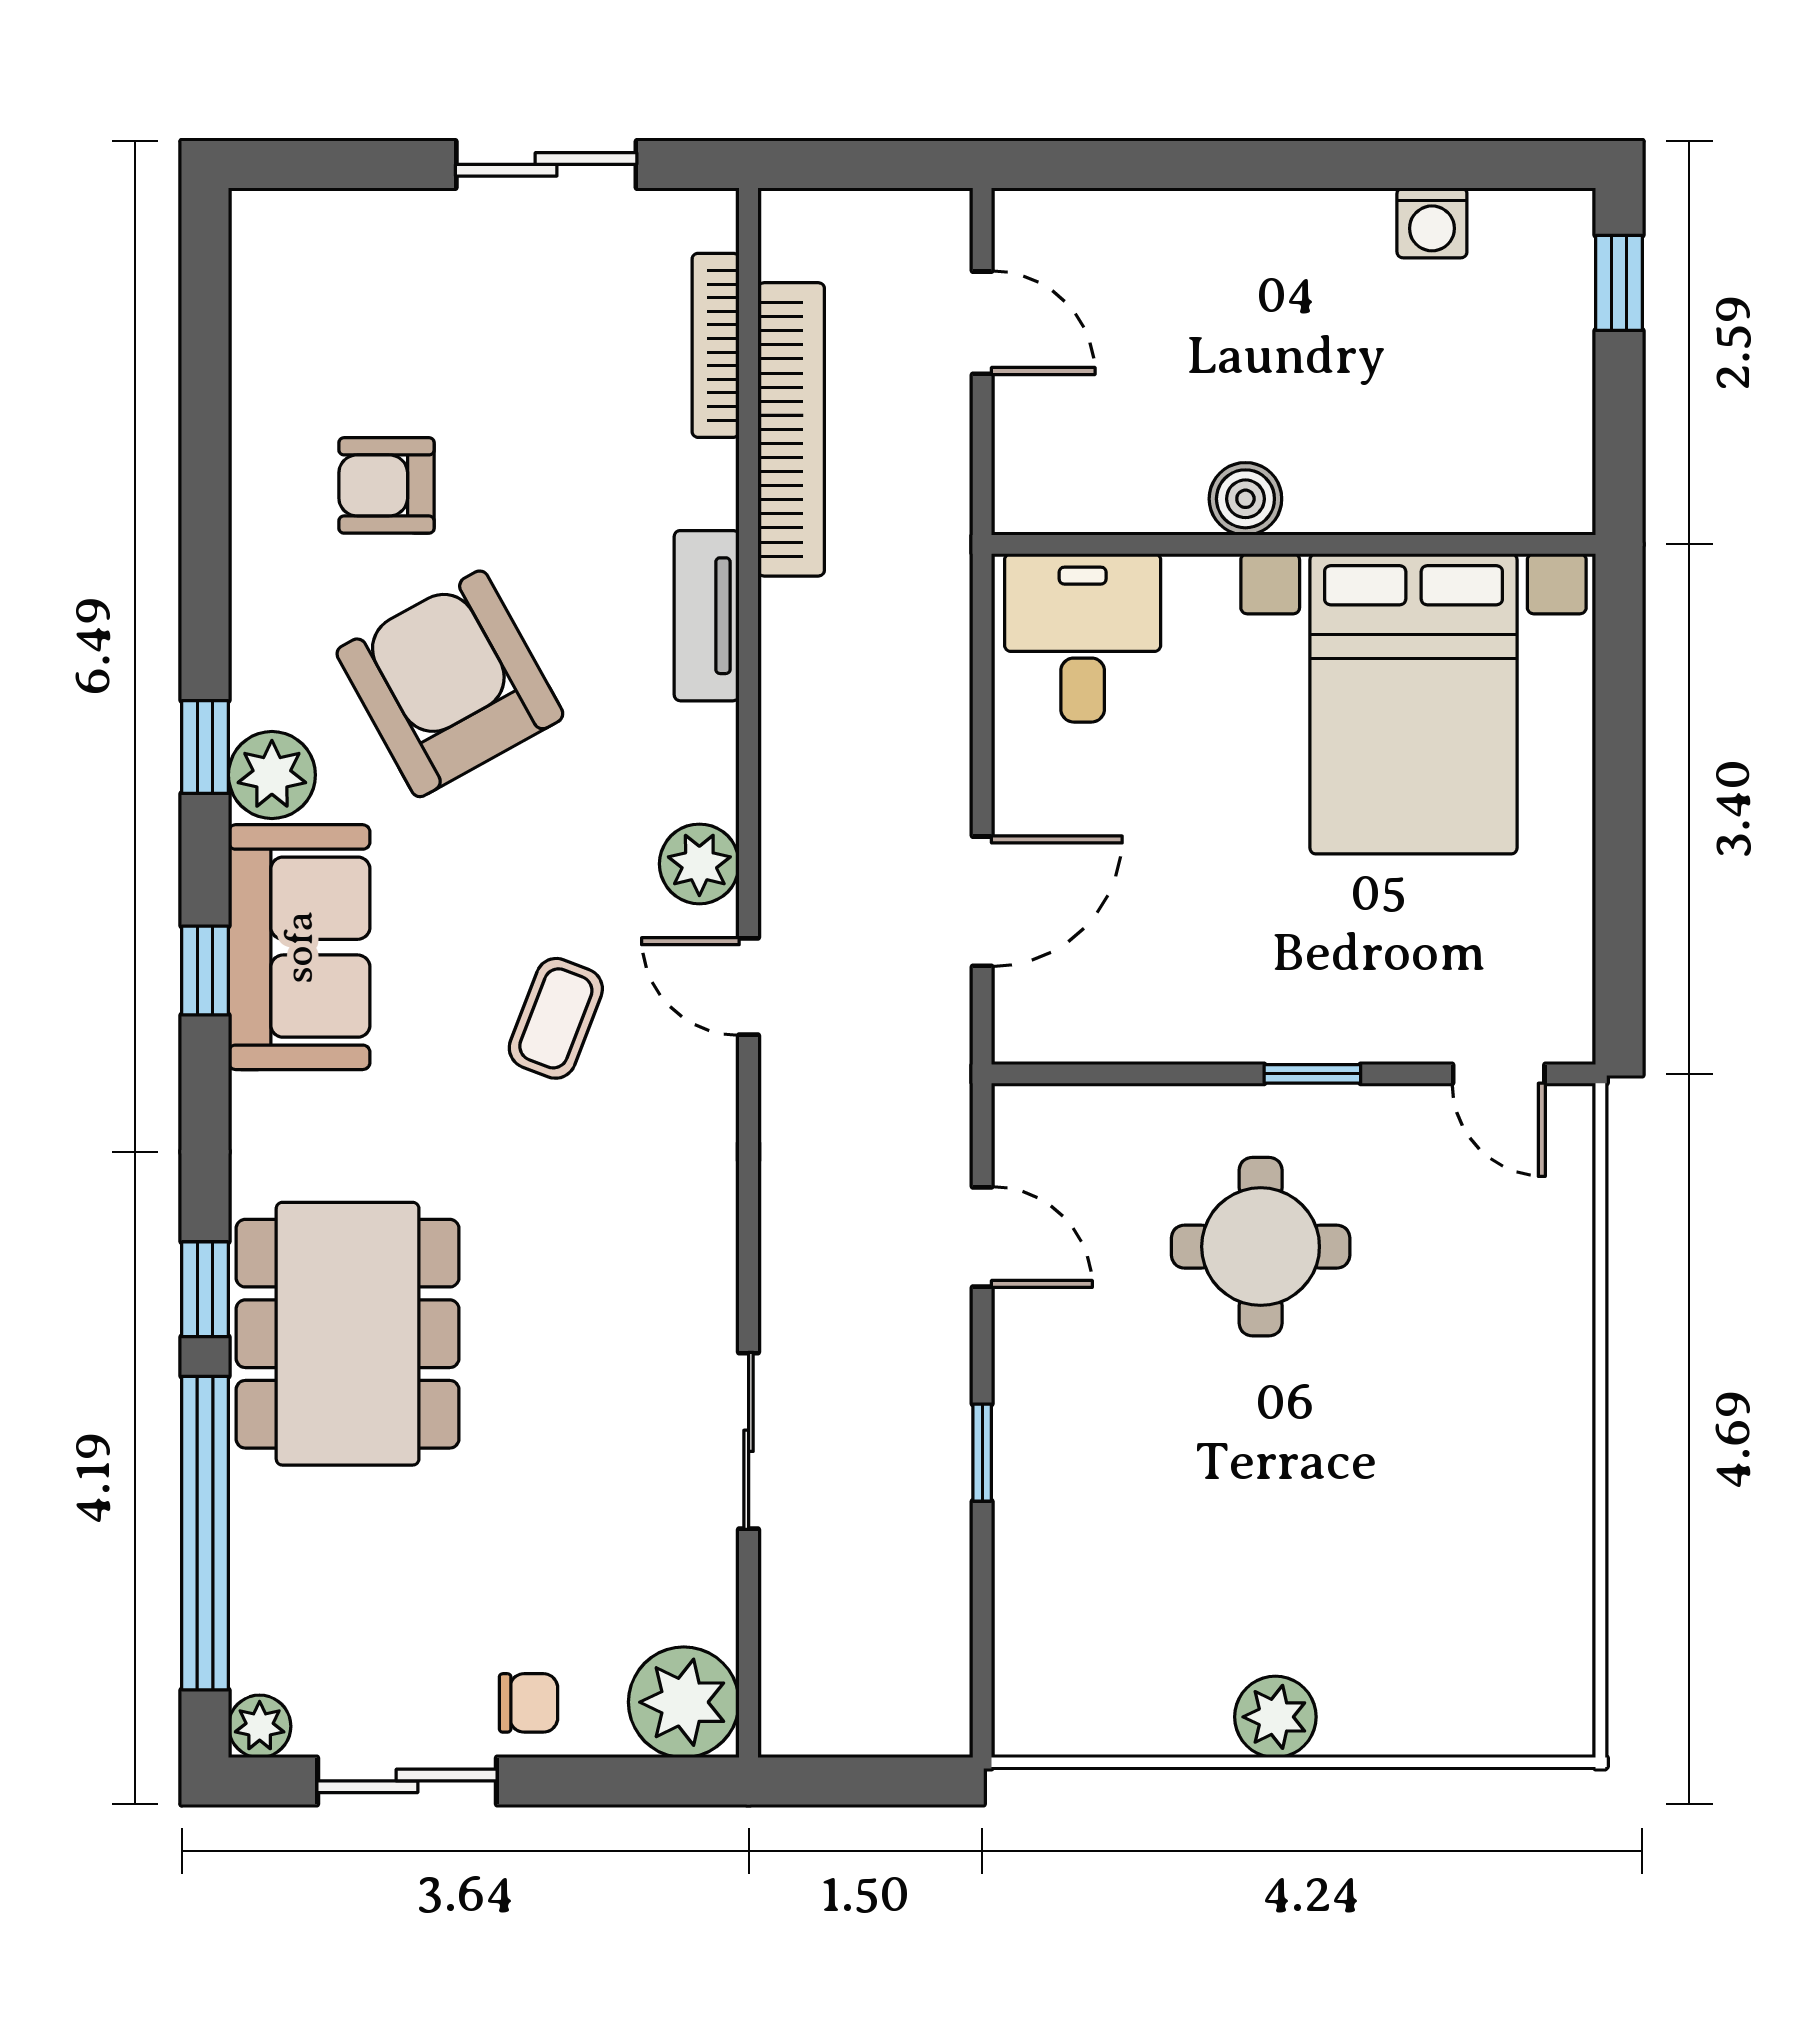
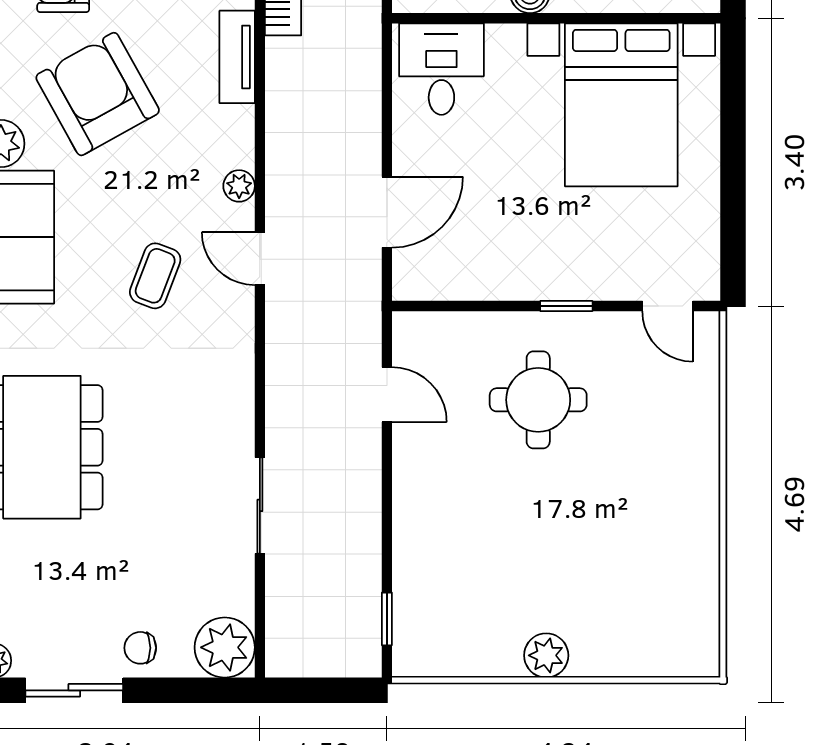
plant: (699, 864) -> (239, 186), width x0.73, depth x0.73
window: (982, 1453) -> (387, 619), moved
chair: (528, 1703) -> (140, 648), turned 180

